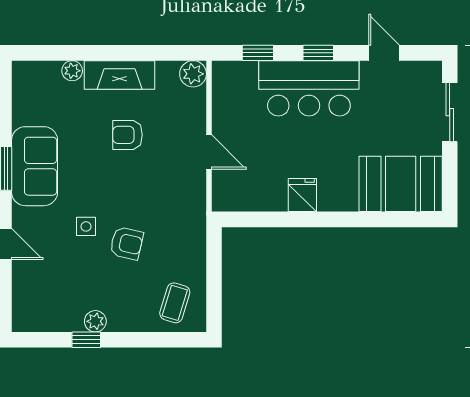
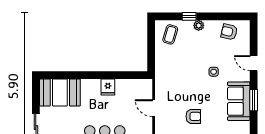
armchair: (127, 243) -> (229, 32), moved
plant: (95, 321) -> (199, 25), moved
window: (86, 340) -> (189, 16), moved

